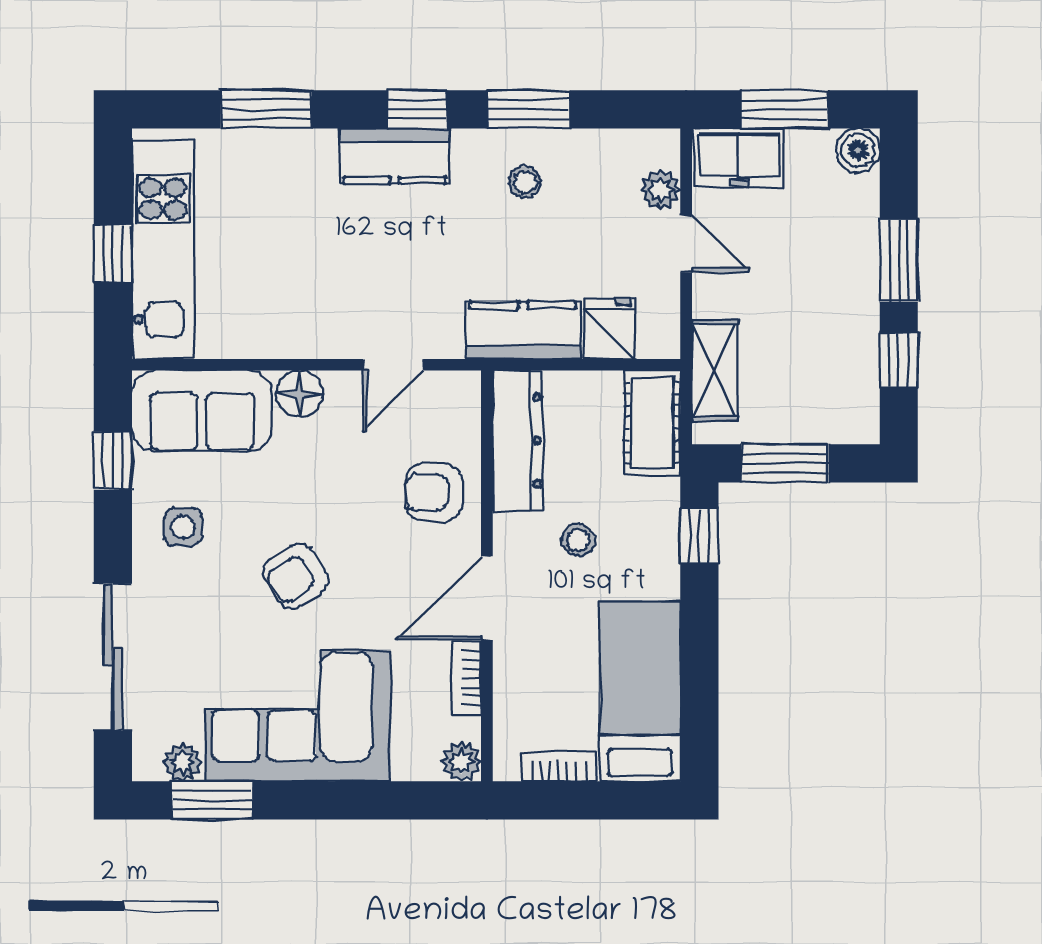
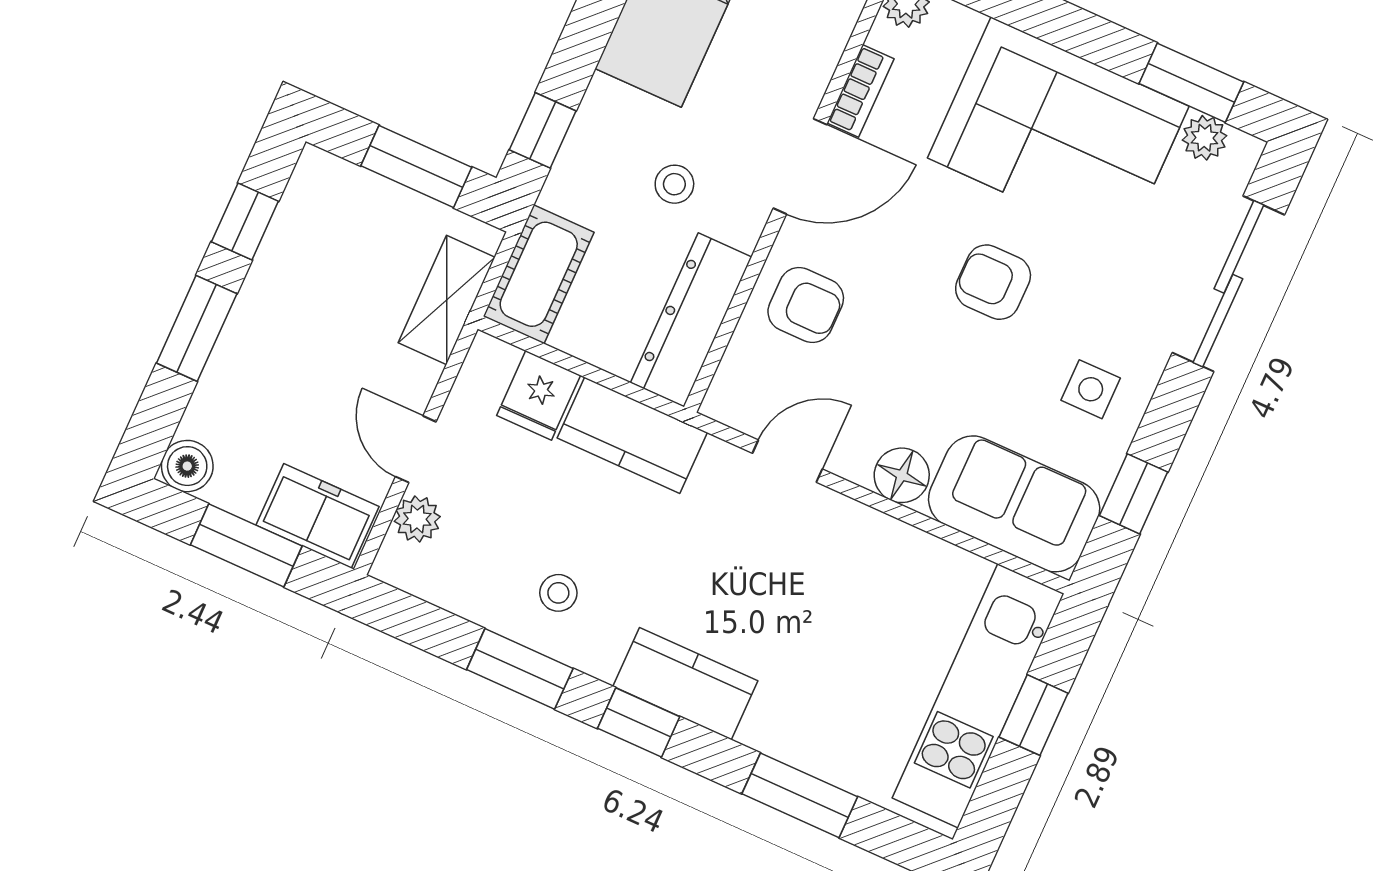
armchair: (296, 576) -> (993, 282), turned -147

